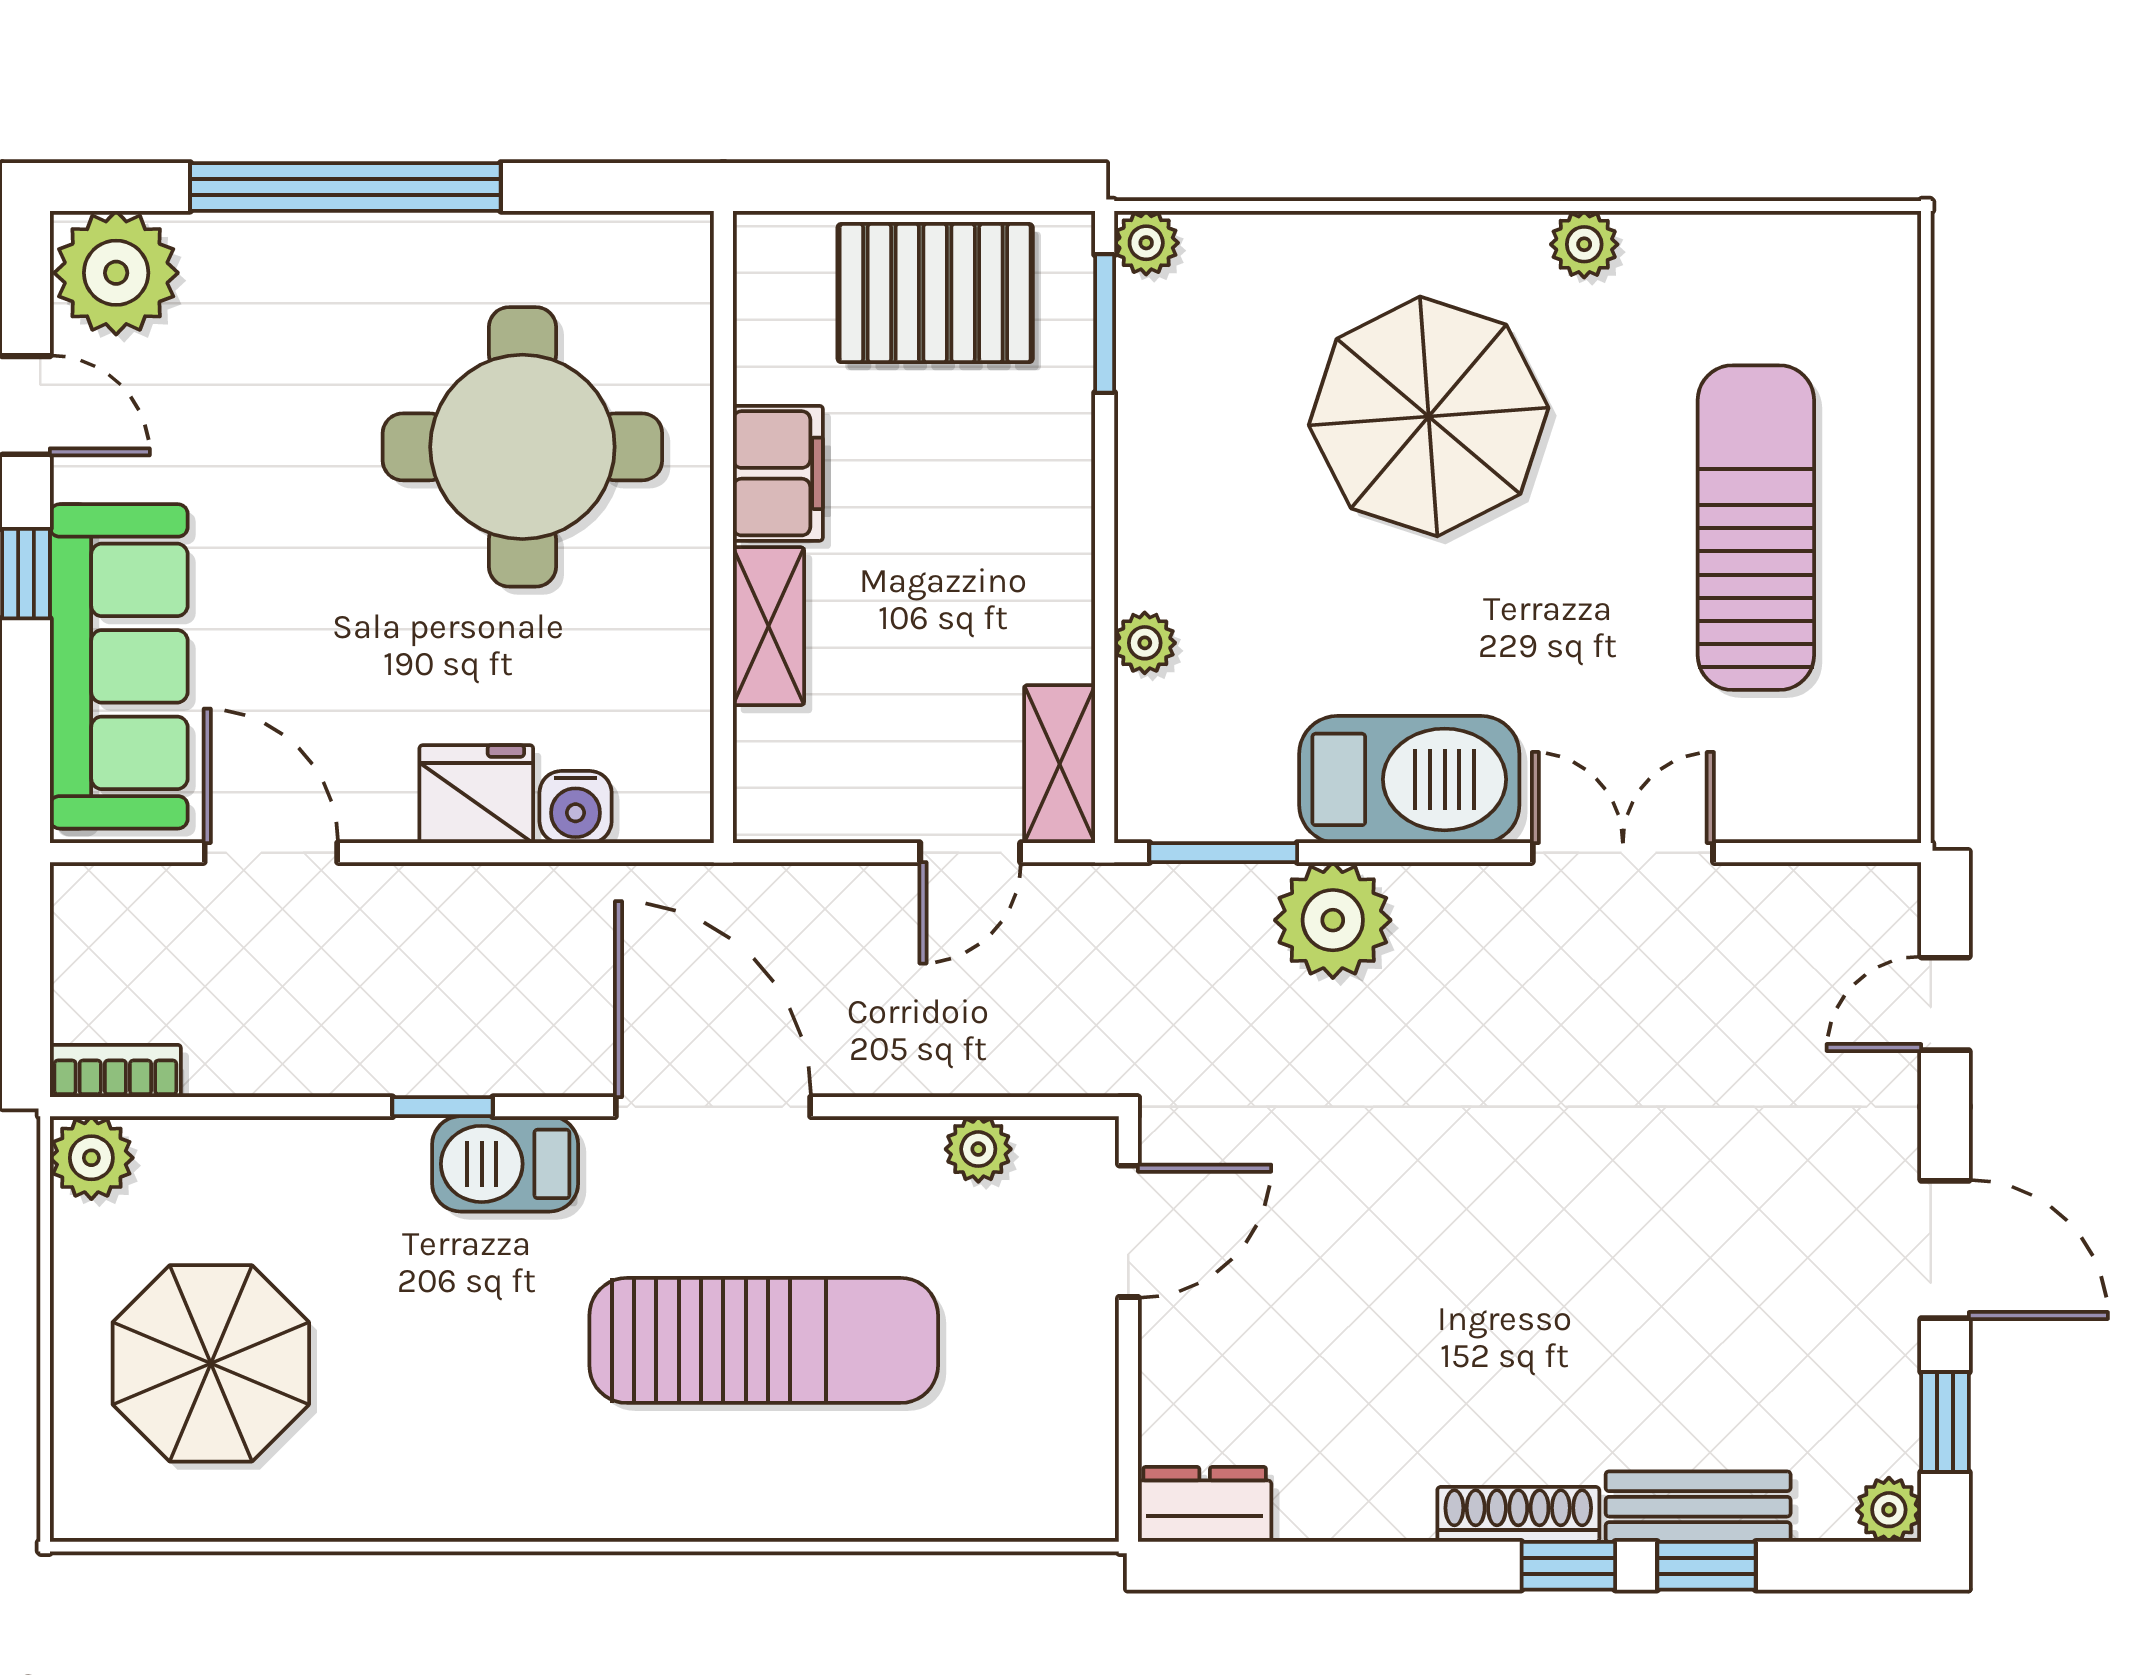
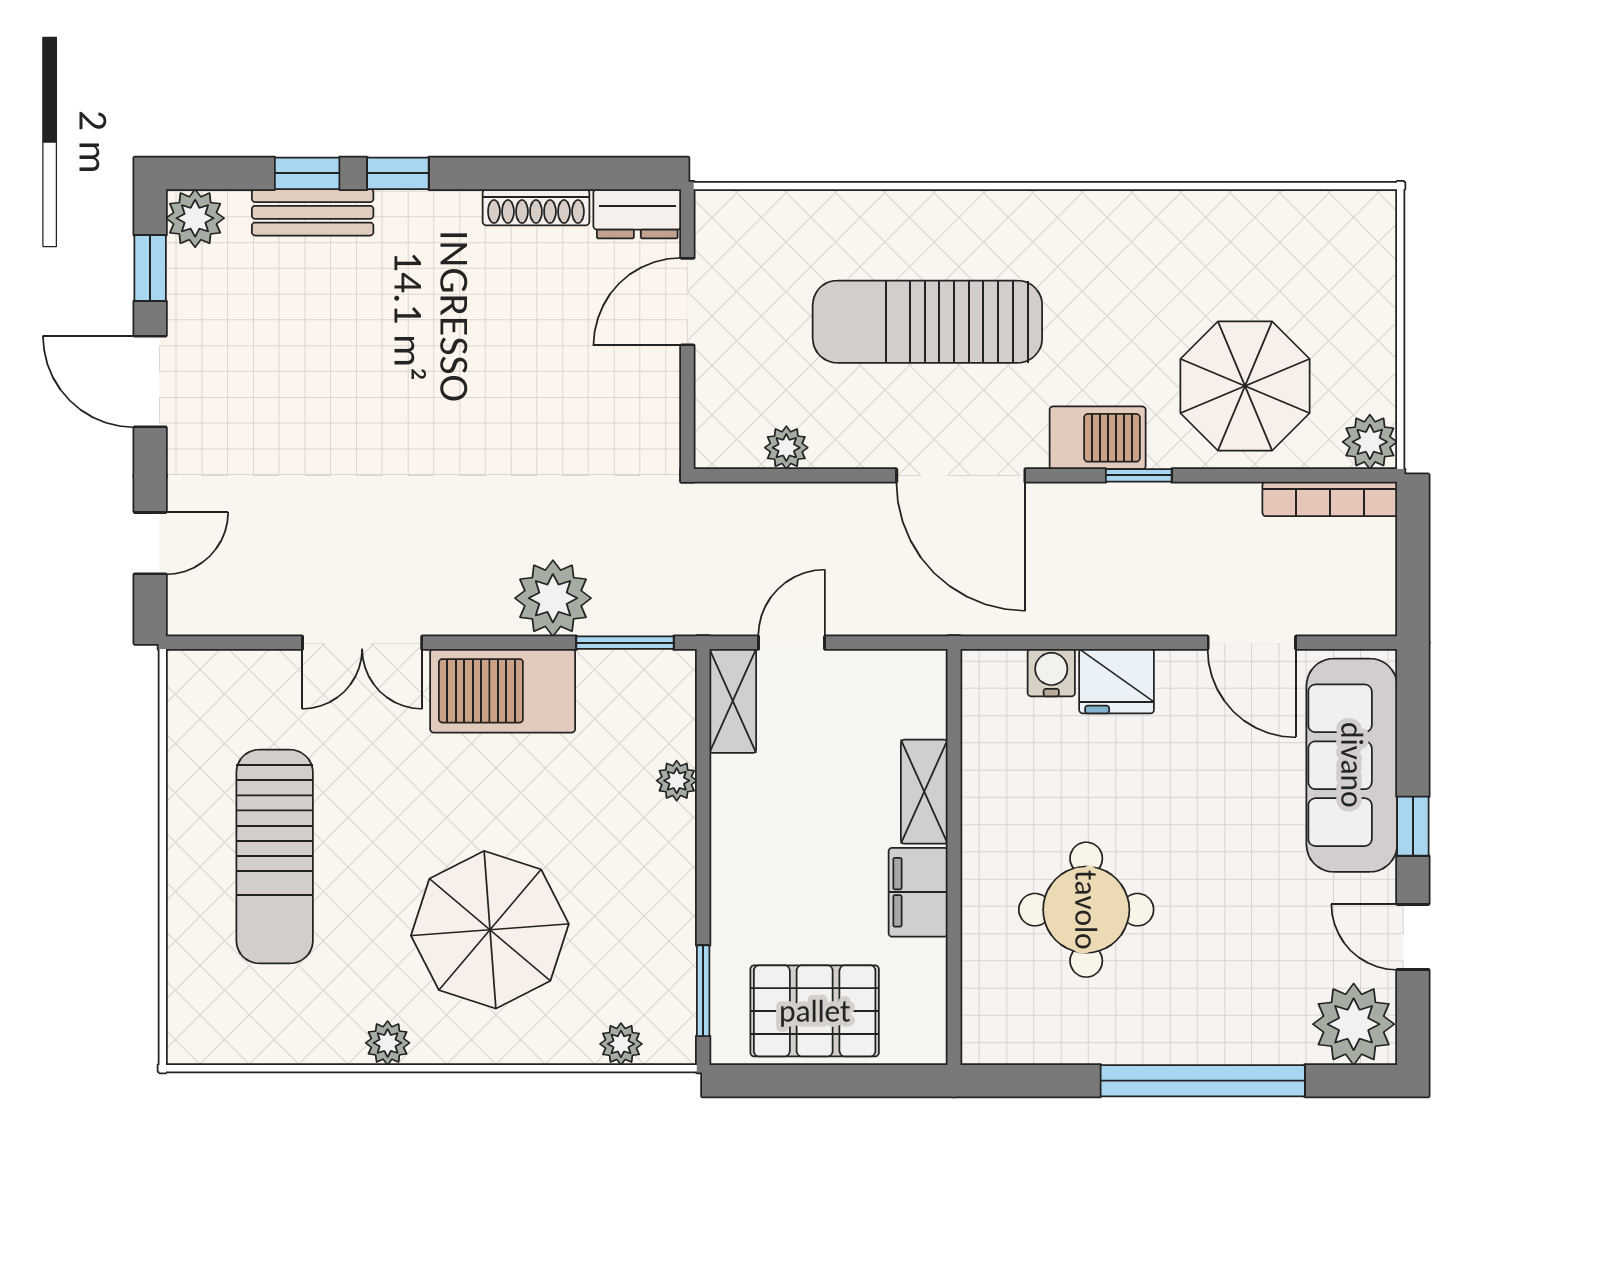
plant: (1146, 243) -> (621, 1044), moved
round table: (522, 447) -> (1086, 910), width x0.73, depth x0.73
bookcase: (115, 1071) -> (1330, 499), width x1.56
door: (1128, 1231) -> (687, 302), moved
parasol: (211, 1363) -> (1245, 386), moved
plant: (1889, 1510) -> (195, 218), width x1.38, depth x1.38
shoe rack: (1518, 1514) -> (536, 207), moved

